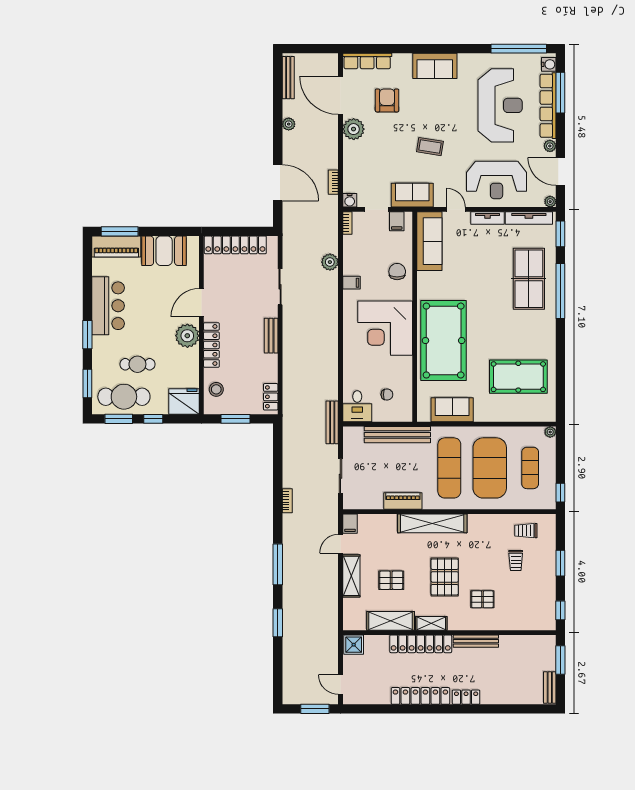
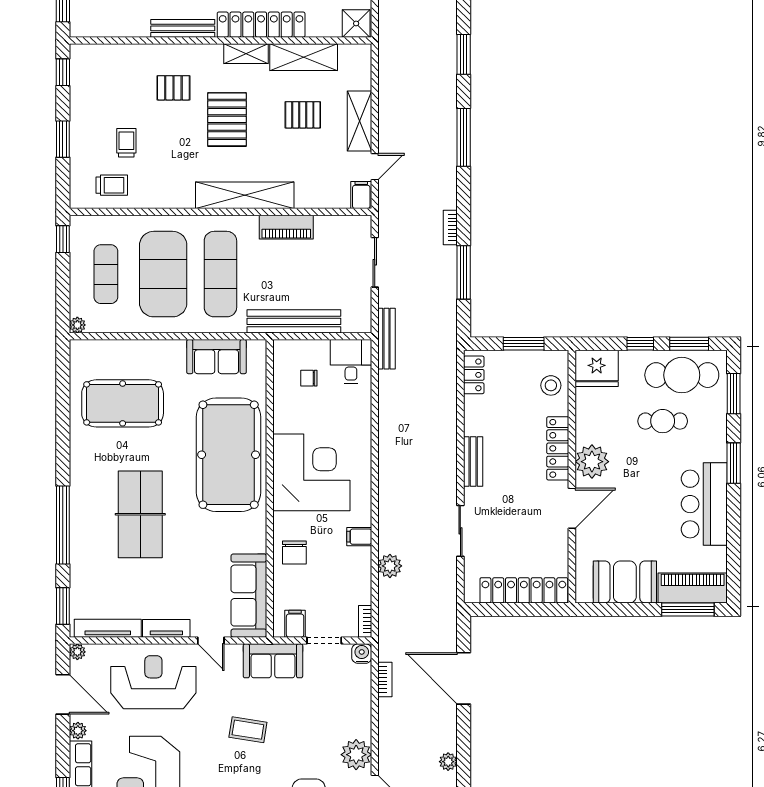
table tennis table: (529, 279) -> (140, 514), moved
window: (278, 469) -> (464, 272), added

